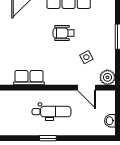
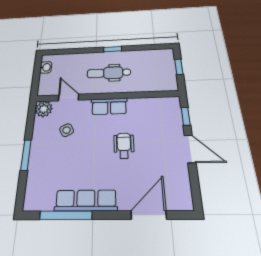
wheelchair: (64, 33) -> (124, 146), moved, turned -90
row of seats: (29, 78) -> (109, 106), moved

